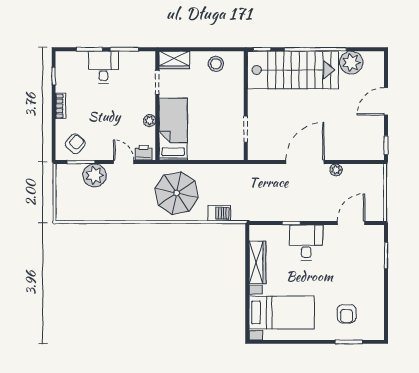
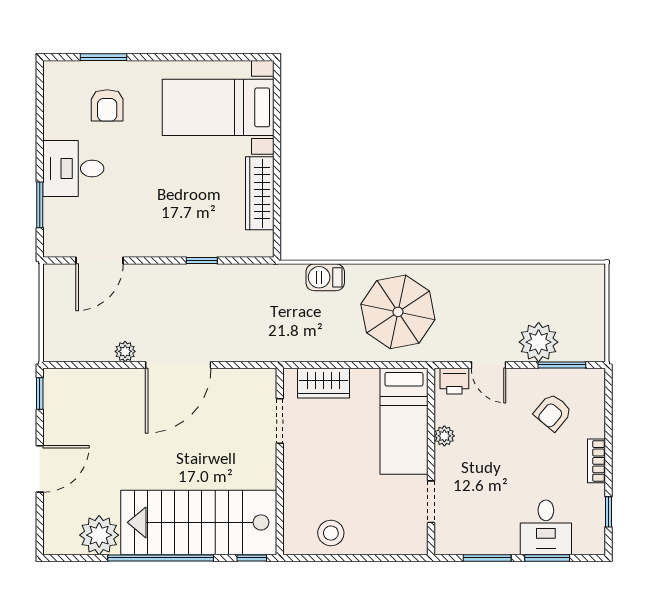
wardrobe: (174, 60) -> (323, 383), moved, turned 180
desk: (103, 67) -> (546, 527), moved
armchair: (75, 144) -> (553, 412), moved
desk: (306, 243) -> (73, 169), moved, turned 90
armchair: (347, 314) -> (107, 105), turned 180

